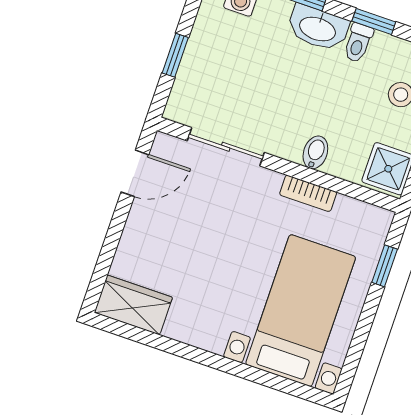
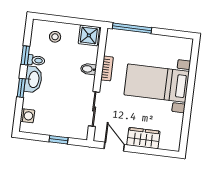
window: (385, 266) -> (132, 28), width x2.17
wardrobe: (133, 305) -> (143, 138), moved, turned 90
bed with nightstands: (301, 311) -> (157, 83), moved

